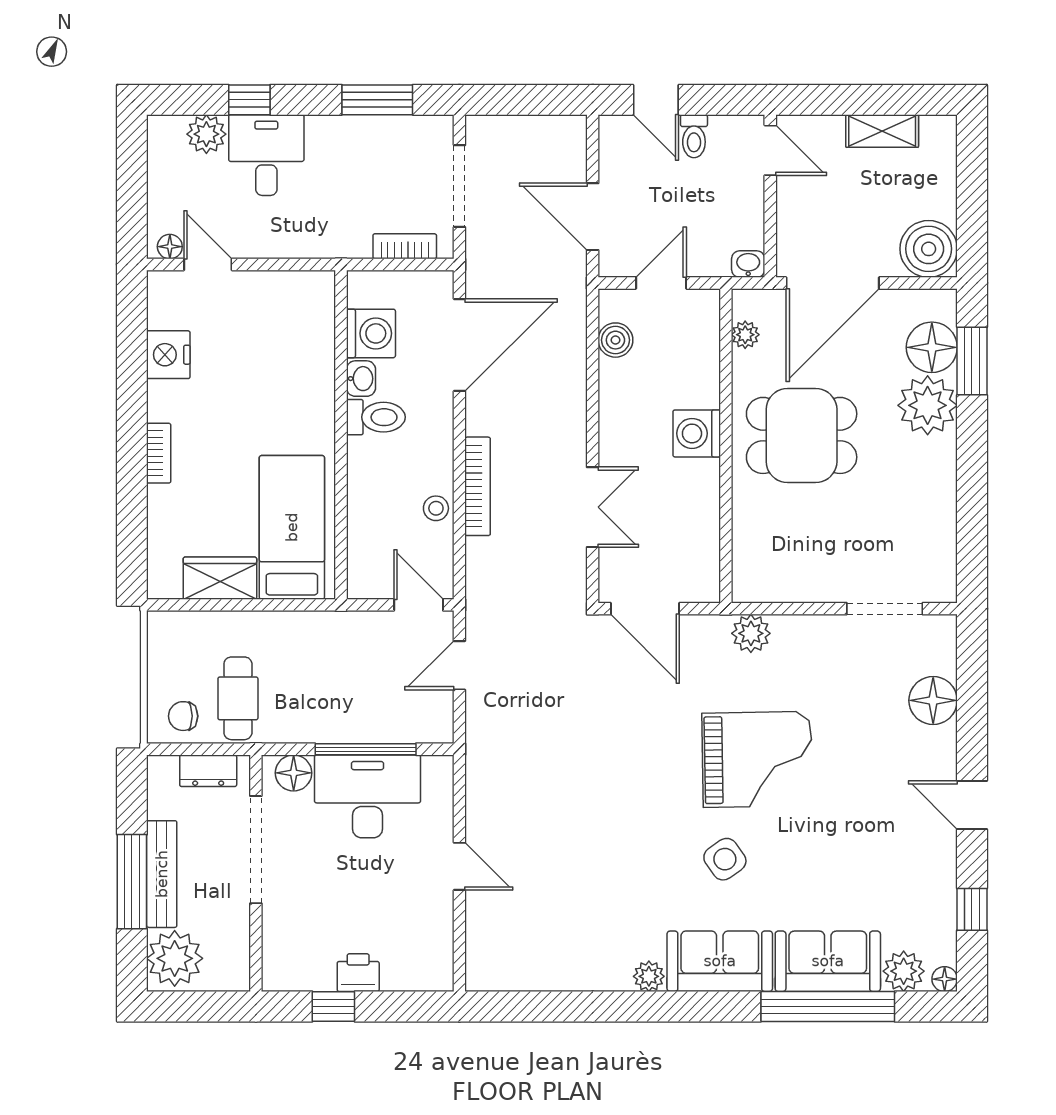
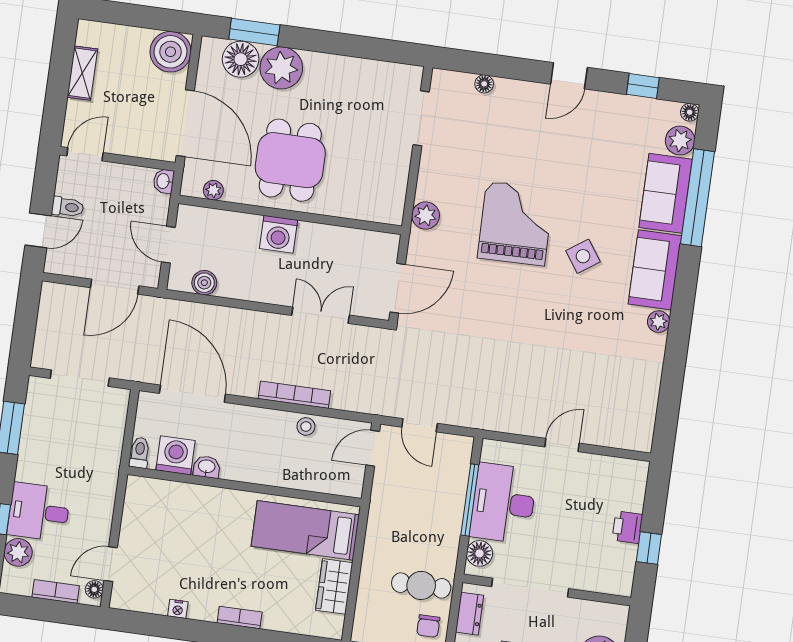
bookcase: (405, 246) -> (56, 592), moved, turned 90
nightstand: (168, 355) -> (178, 609), width x0.53, depth x0.56
toilet: (376, 417) -> (140, 453), moved, width x0.73, depth x0.72
floor lamp: (933, 700) -> (484, 84), width x0.53, depth x0.53

